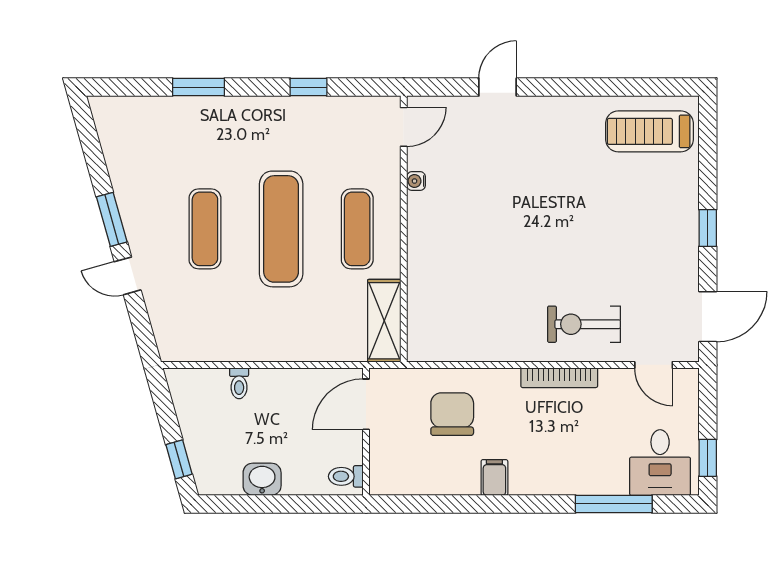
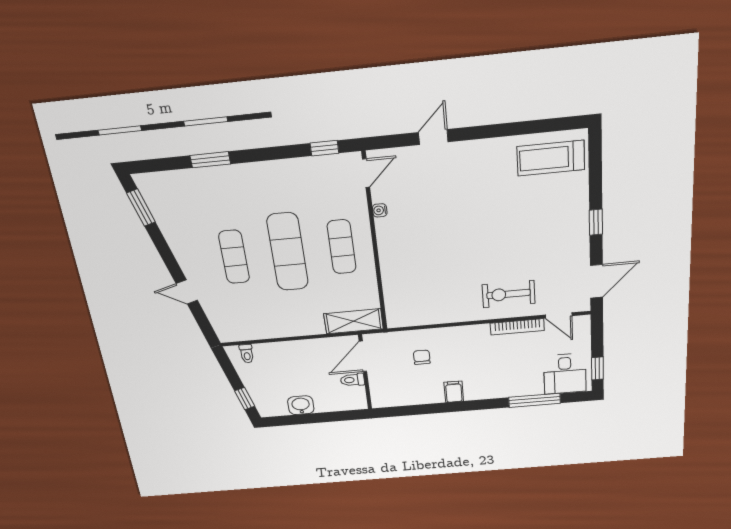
window: (308, 87) -> (324, 148), moved
window: (112, 219) -> (141, 208), moved
shelving: (384, 321) -> (354, 321), moved, turned 90
bookcase: (559, 378) -> (517, 327), moved
toilet: (239, 383) -> (247, 354), moved
chair: (452, 414) -> (422, 357), width x0.54, depth x0.54
toilet: (346, 476) -> (352, 380), moved

